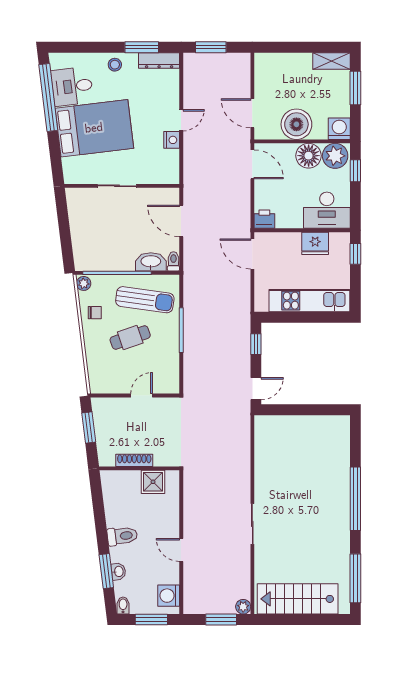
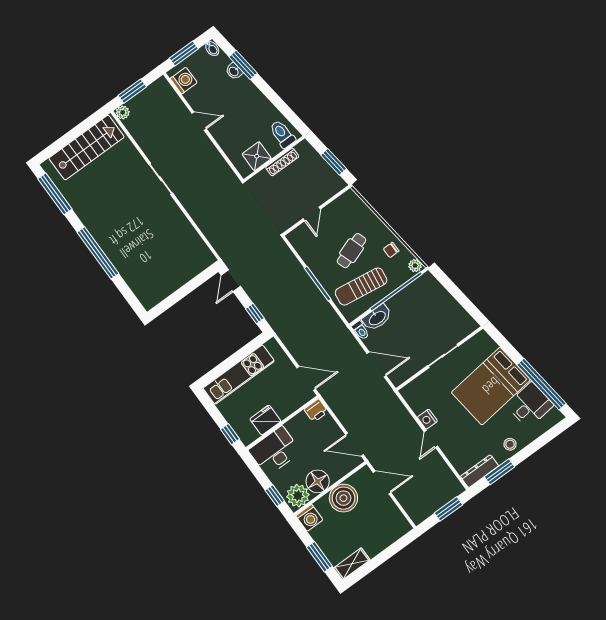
toilet: (122, 536) -> (282, 134), moved, turned 97

